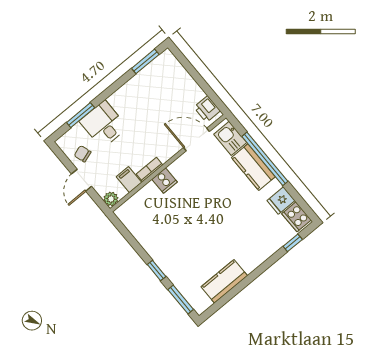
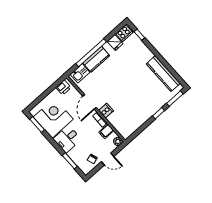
corner desk: (155, 90) -> (53, 118), added
desk: (104, 124) -> (67, 139), moved
door: (197, 140) -> (89, 102), moved
kitchen counter: (224, 281) -> (163, 74), width x1.50

